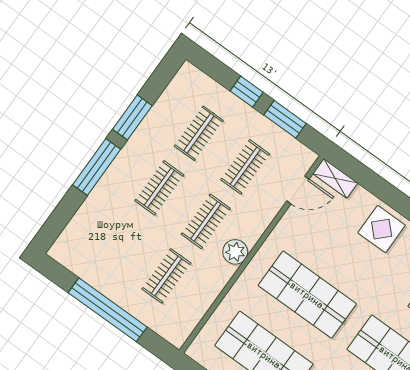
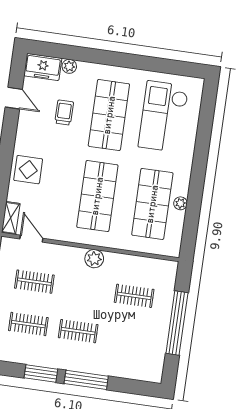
clothes rail: (206, 221) -> (84, 289), removed

